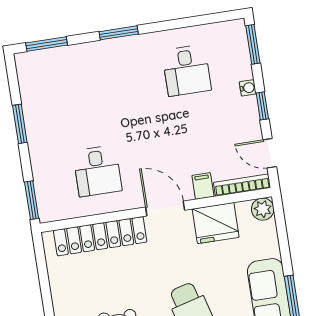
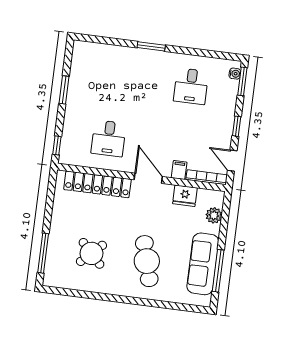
window: (47, 44) -> (99, 40), removed
water cooler: (248, 88) -> (235, 74), moved
window: (32, 200) -> (57, 145), width x0.67
plant: (263, 209) -> (214, 215), moved
fridge: (216, 223) -> (185, 196), width x0.73, depth x0.75

